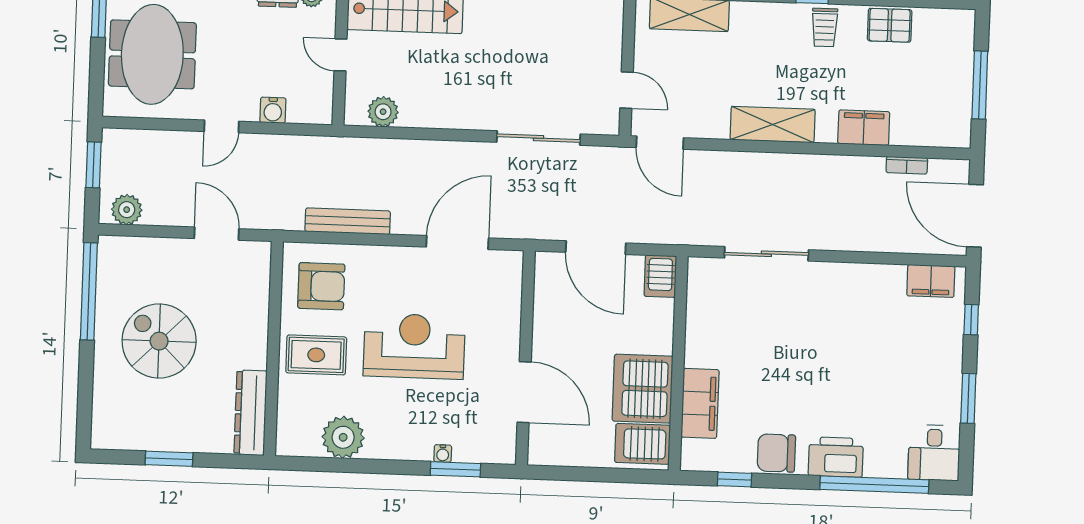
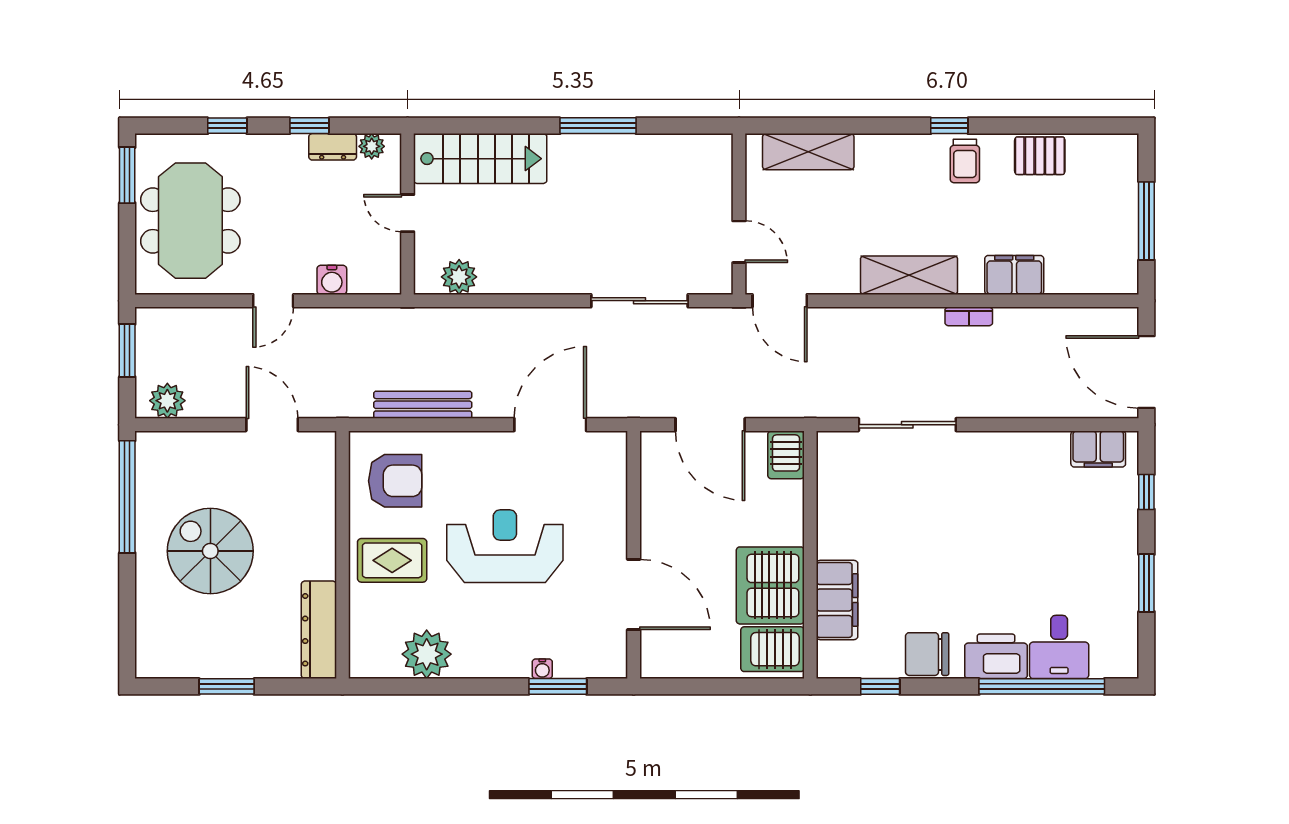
bookcase: (907, 165) -> (969, 316), moved
desk: (934, 453) -> (1059, 647), moved

